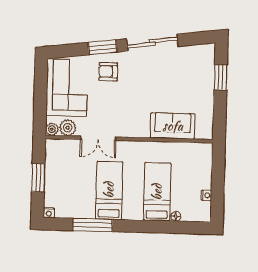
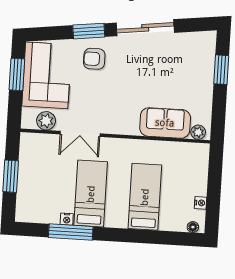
window: (41, 88) -> (17, 74), added
plant: (52, 129) -> (198, 132), moved
nightstand: (49, 213) -> (67, 219), moved
floor lamp: (176, 216) -> (193, 227), moved

